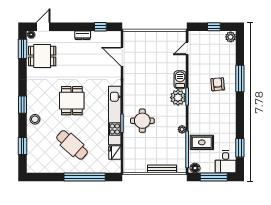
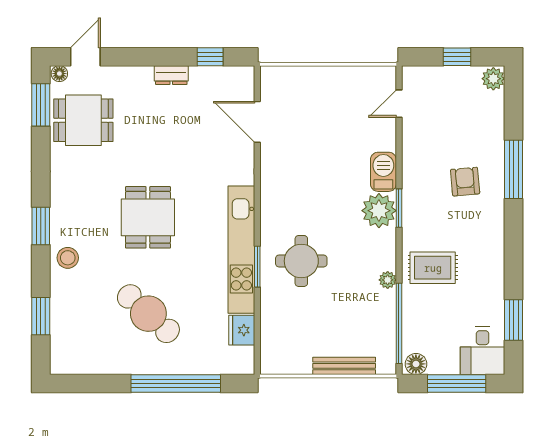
rug: (202, 142) -> (433, 268), moved

